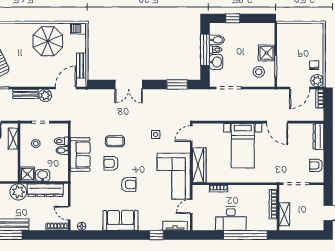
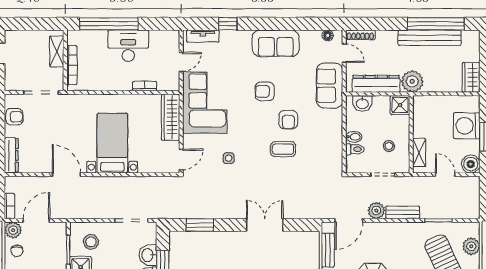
sofa: (80, 154) -> (330, 86), moved
armchair: (111, 163) -> (288, 120), turned 90
washbasin: (43, 175) -> (362, 103), moved

